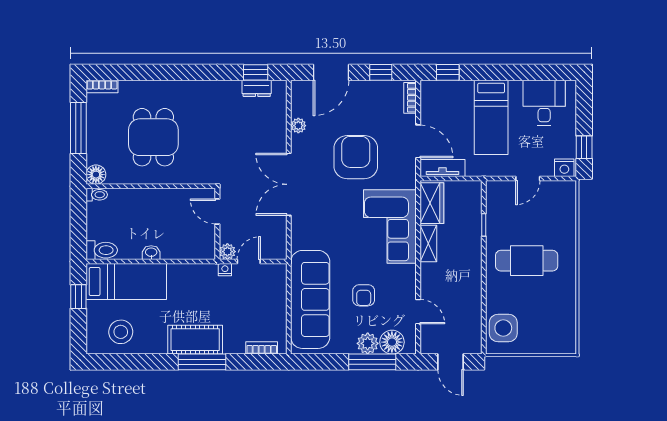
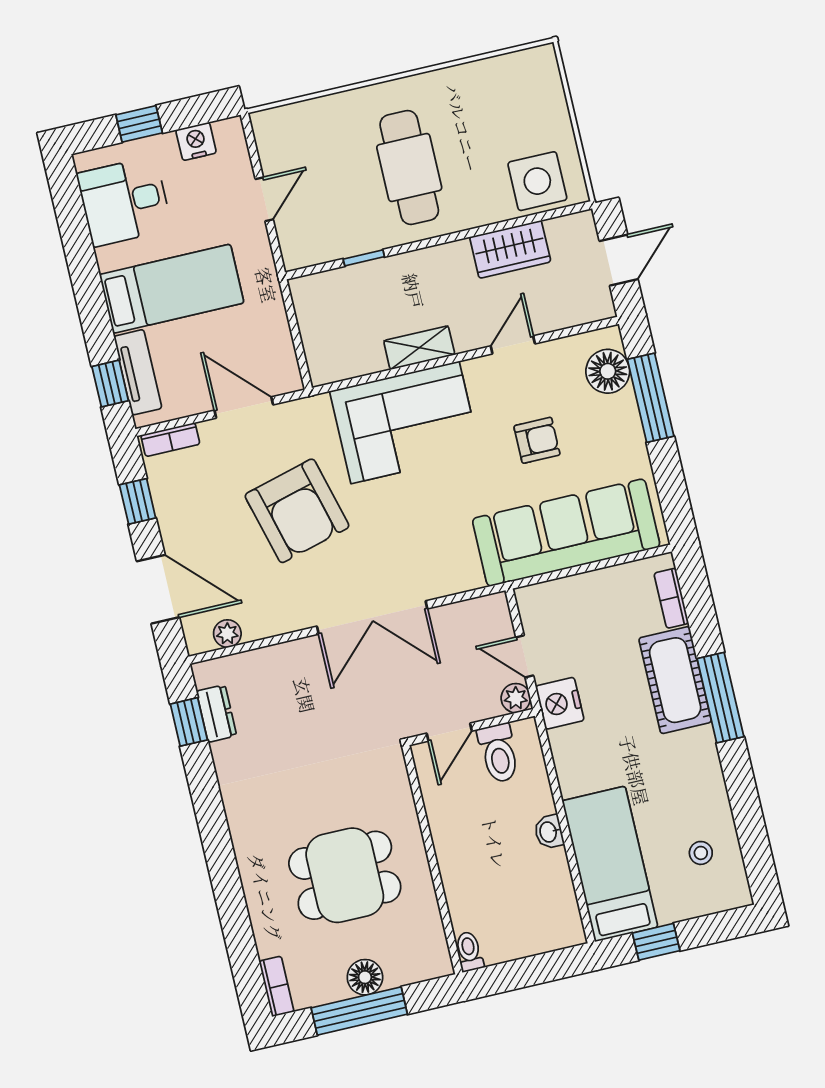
plant: (298, 126) -> (227, 634), moved
door: (418, 141) -> (244, 408), hinge flipped
window: (584, 147) -> (139, 124), moved
armchair: (356, 157) -> (297, 511), turned -105
tv unit: (442, 168) -> (138, 372), moved, turned 180
nightstand: (564, 168) -> (196, 141), moved, turned -90
floor lamp: (96, 175) -> (365, 977), moved
door: (528, 179) -> (264, 199), hinge flipped
wardrobe: (432, 203) -> (510, 249), moved, turned 180
toilet: (102, 250) -> (499, 753), moved, turned 180
nightstand: (225, 270) -> (560, 703), width x1.89, depth x1.79
door: (418, 312) -> (513, 345), moved
stool: (121, 332) -> (701, 853), width x0.53, depth x0.53
cot: (195, 340) -> (675, 680), moved
plant: (368, 343) -> (620, 414), removed

